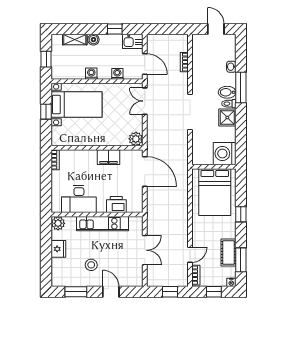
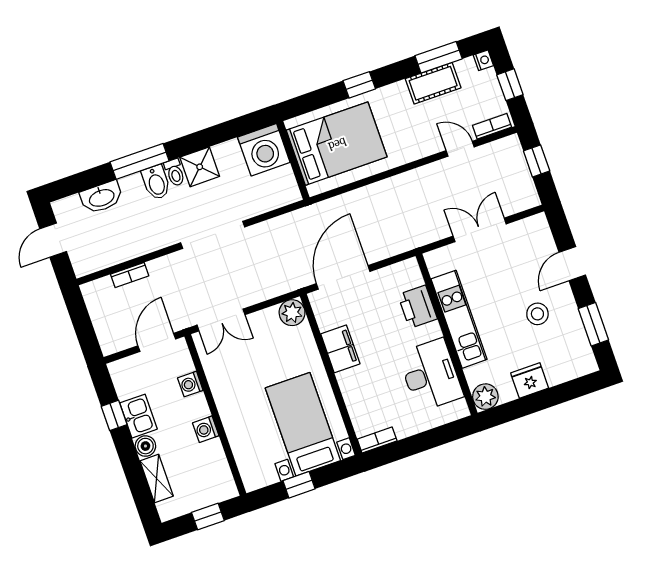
kitchen sink: (133, 41) -> (138, 416), moved
washbasin: (231, 67) -> (101, 197), width x1.91, depth x1.45
bed with nightstands: (76, 105) -> (303, 424), moved

